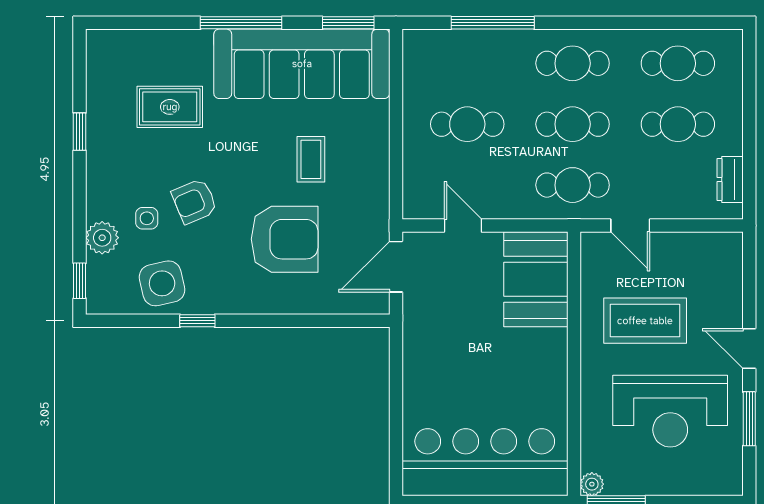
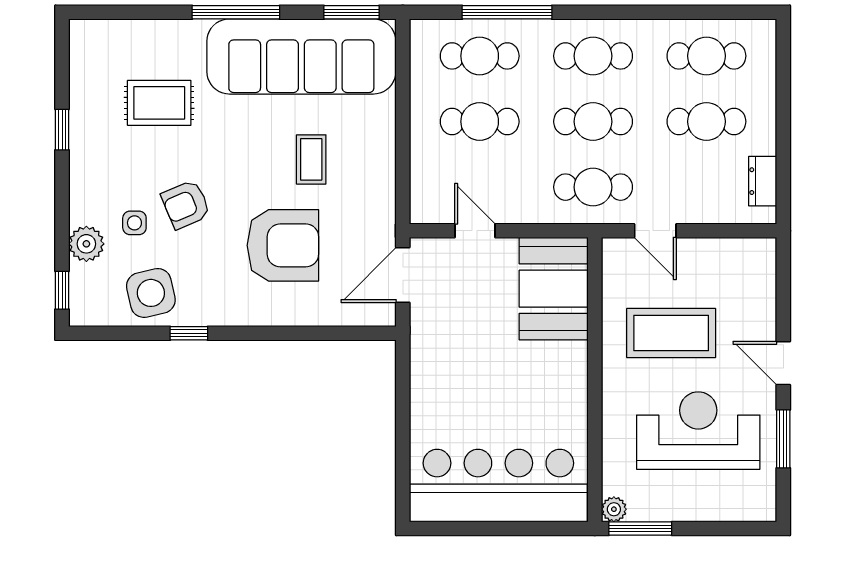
cafe table: (467, 63) -> (480, 56), added
reception desk: (670, 411) -> (698, 431), turned 180

